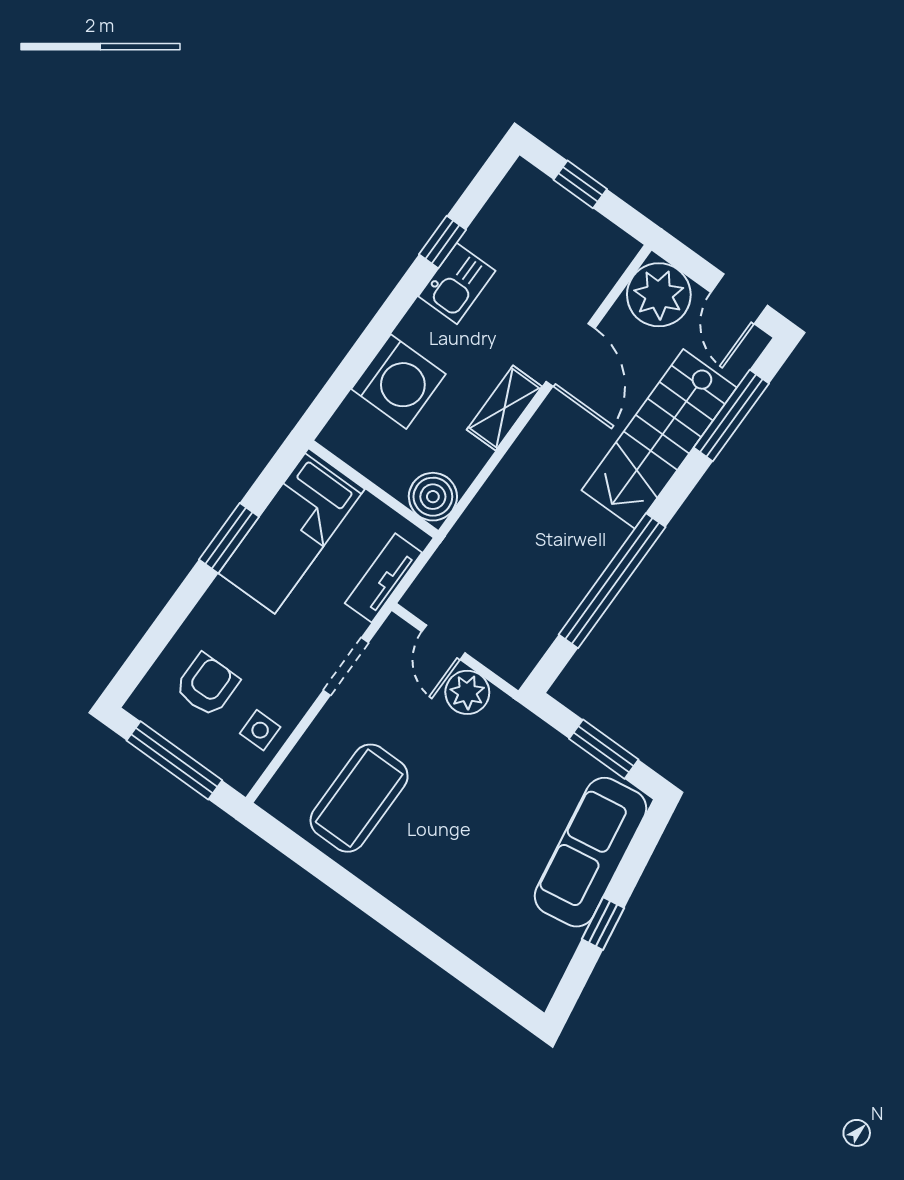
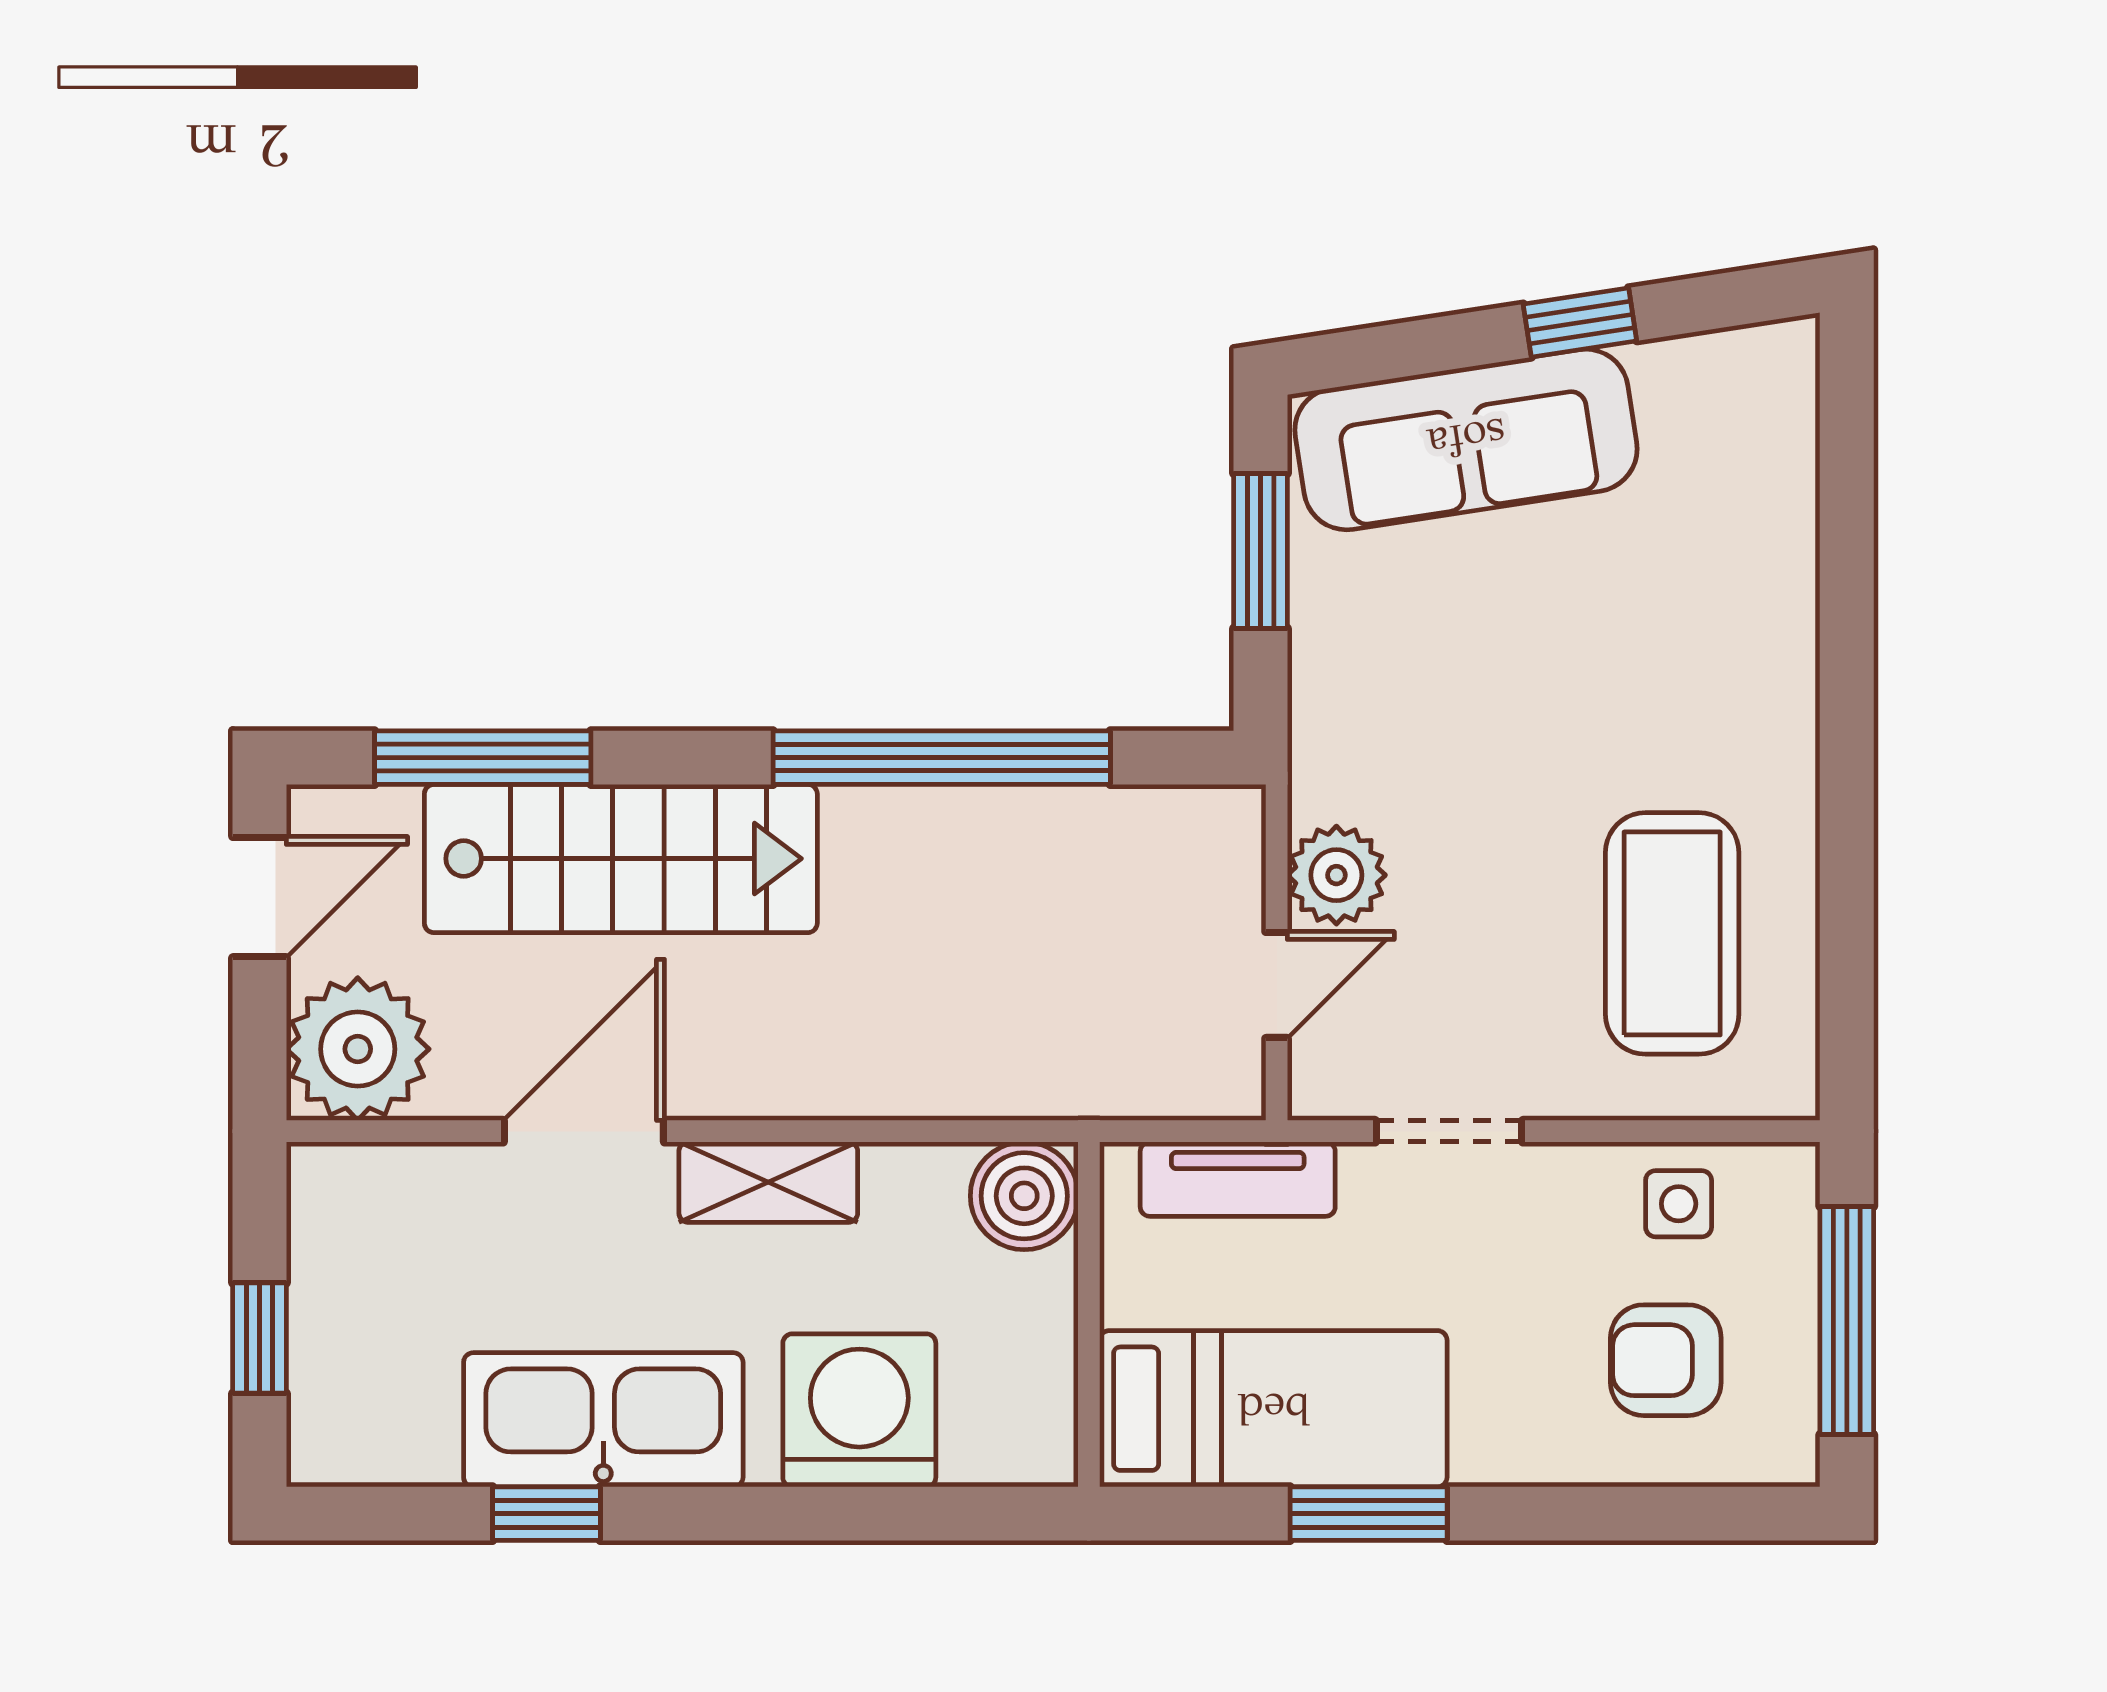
kitchen sink: (457, 284) -> (603, 1420), width x1.87, depth x1.24
coffee table: (359, 798) -> (1672, 933), turned 90

